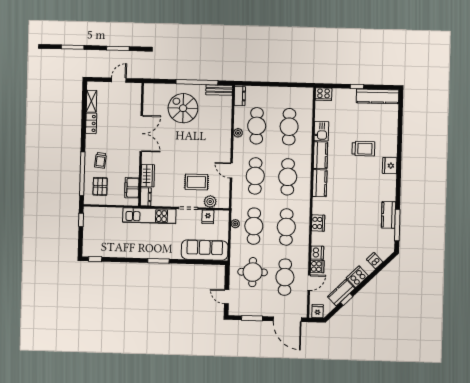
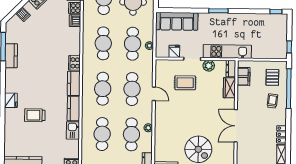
plant: (210, 202) -> (209, 66), moved
cooker: (318, 223) -> (74, 63), moved

